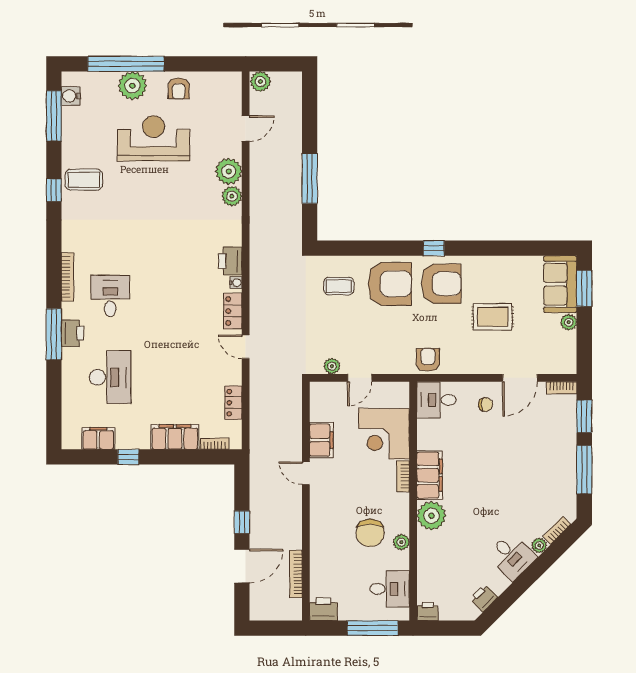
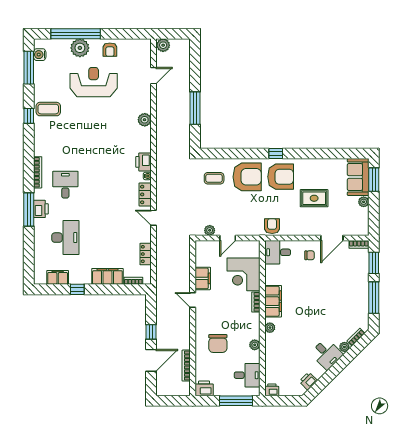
plant: (229, 171) -> (142, 104), removed
plant: (431, 516) -> (270, 328), width x0.53, depth x0.53
chair: (370, 533) -> (218, 343), moved

